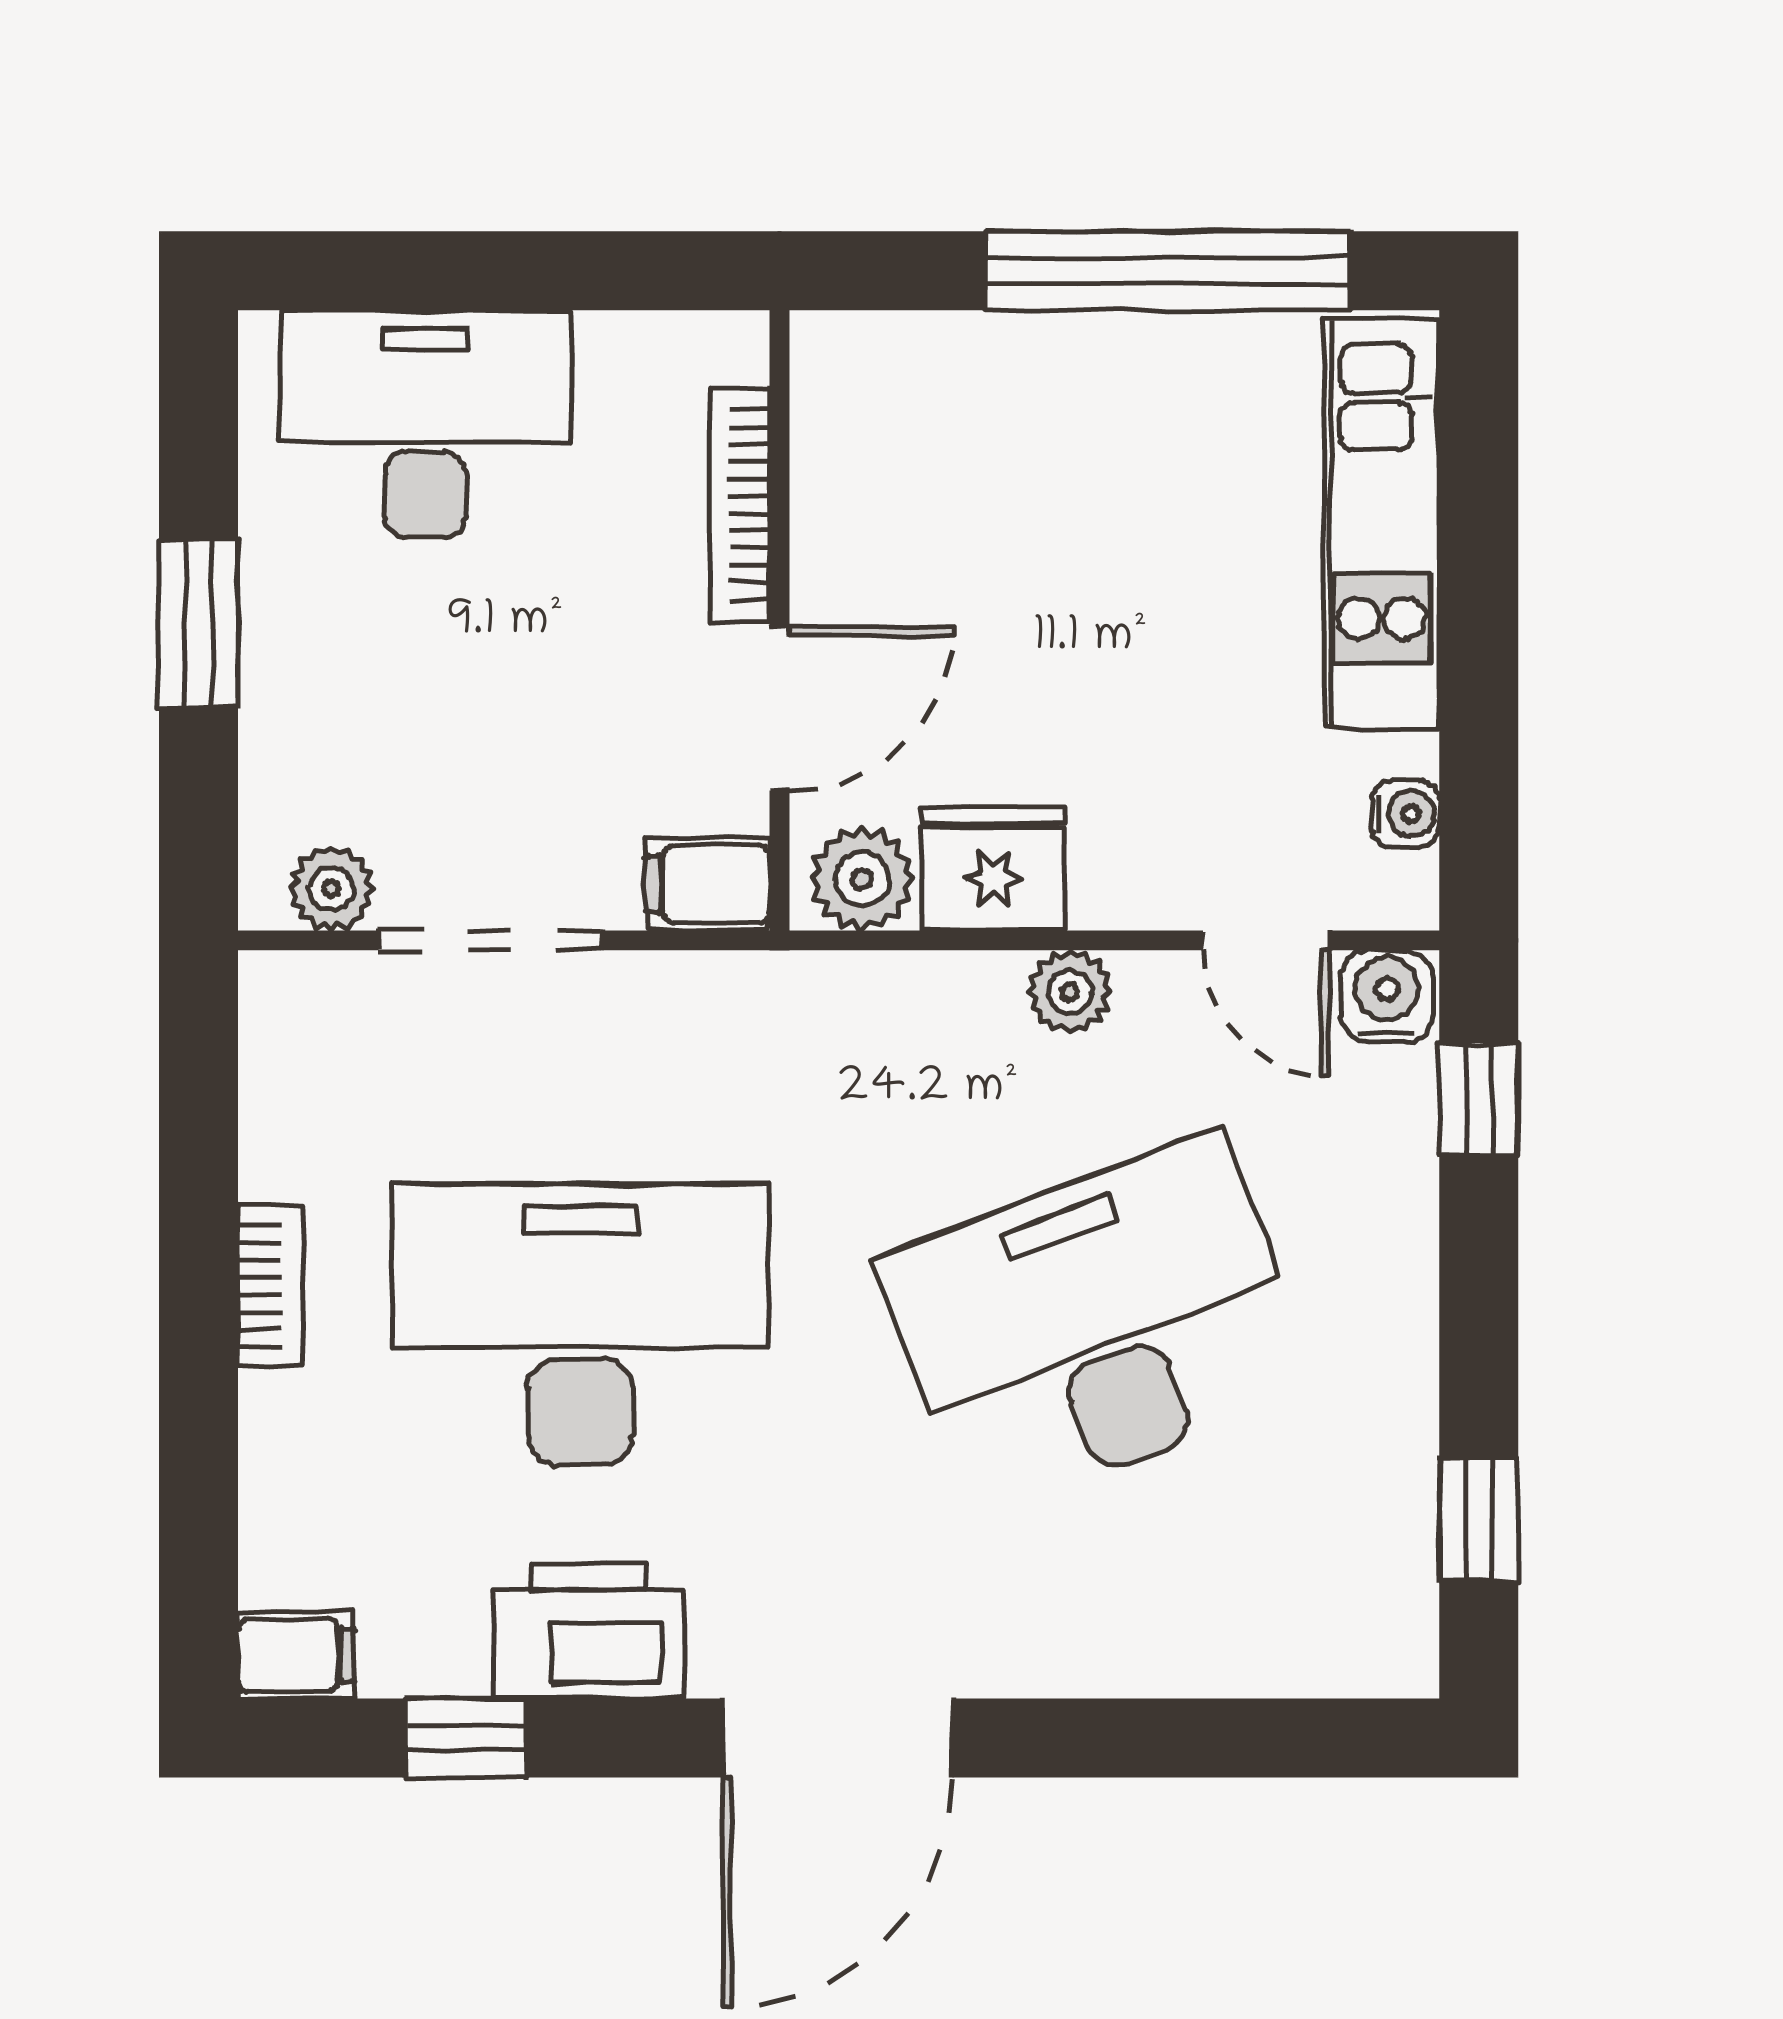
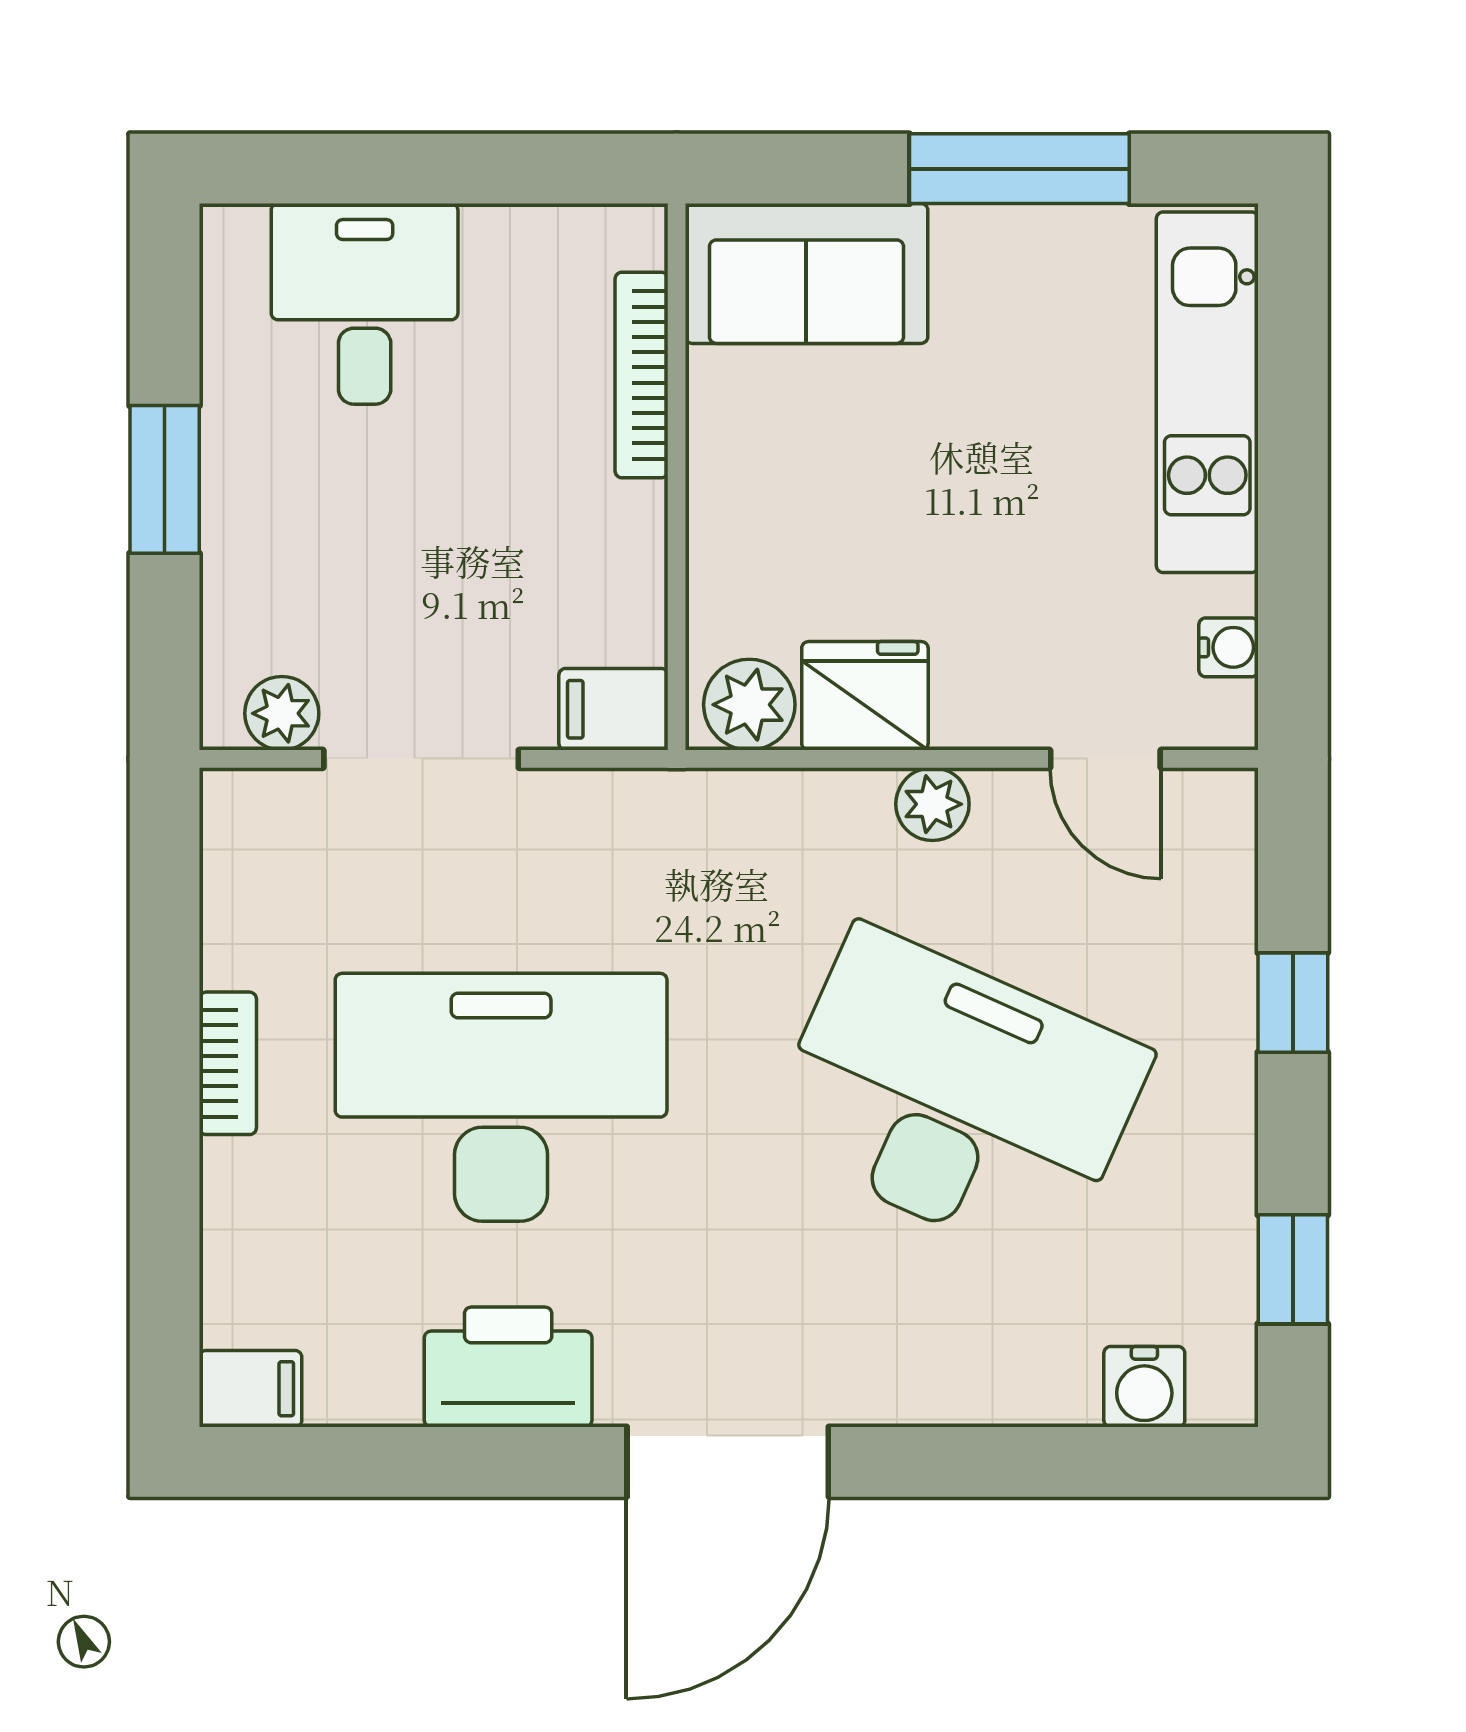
window: (1168, 271) -> (1019, 169), width x0.68
sofa: (927, 390) -> (806, 273), added
desk: (425, 424) -> (365, 304), width x0.73
door: (780, 709) -> (677, 555), removed
water cooler: (1387, 996) -> (1144, 1387), moved, turned 180
window: (1479, 1099) -> (1293, 1003), moved
desk: (1097, 1324) -> (956, 1097), turned 45
window: (466, 1738) -> (400, 1462), removed

